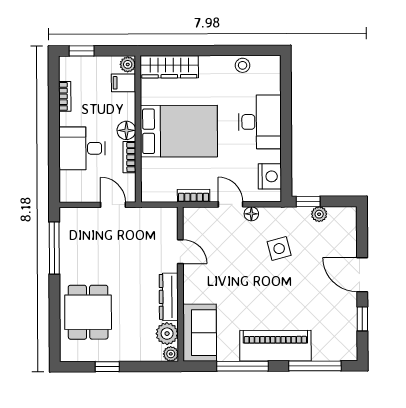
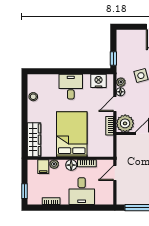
plant: (128, 64) -> (54, 164), moved
desk: (260, 122) -> (71, 87), width x0.73
plant: (319, 214) -> (121, 82), moved
plant: (198, 222) -> (125, 123), added

